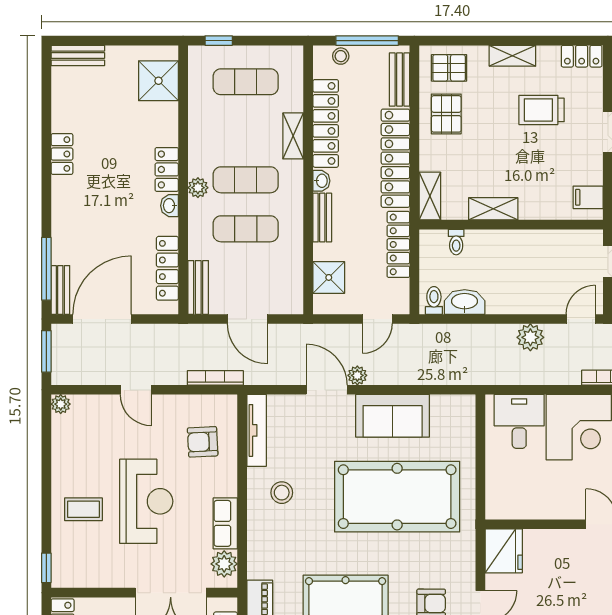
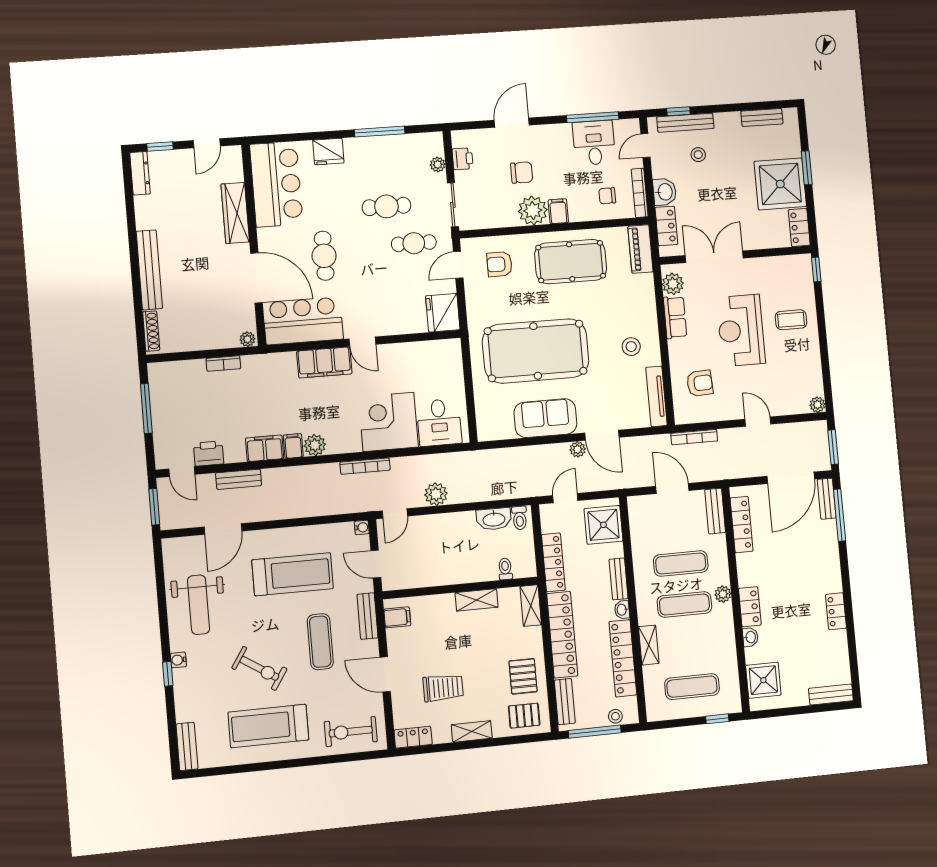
washbasin: (170, 206) -> (750, 637), moved
shower: (329, 277) -> (603, 525), width x1.36, depth x1.36

